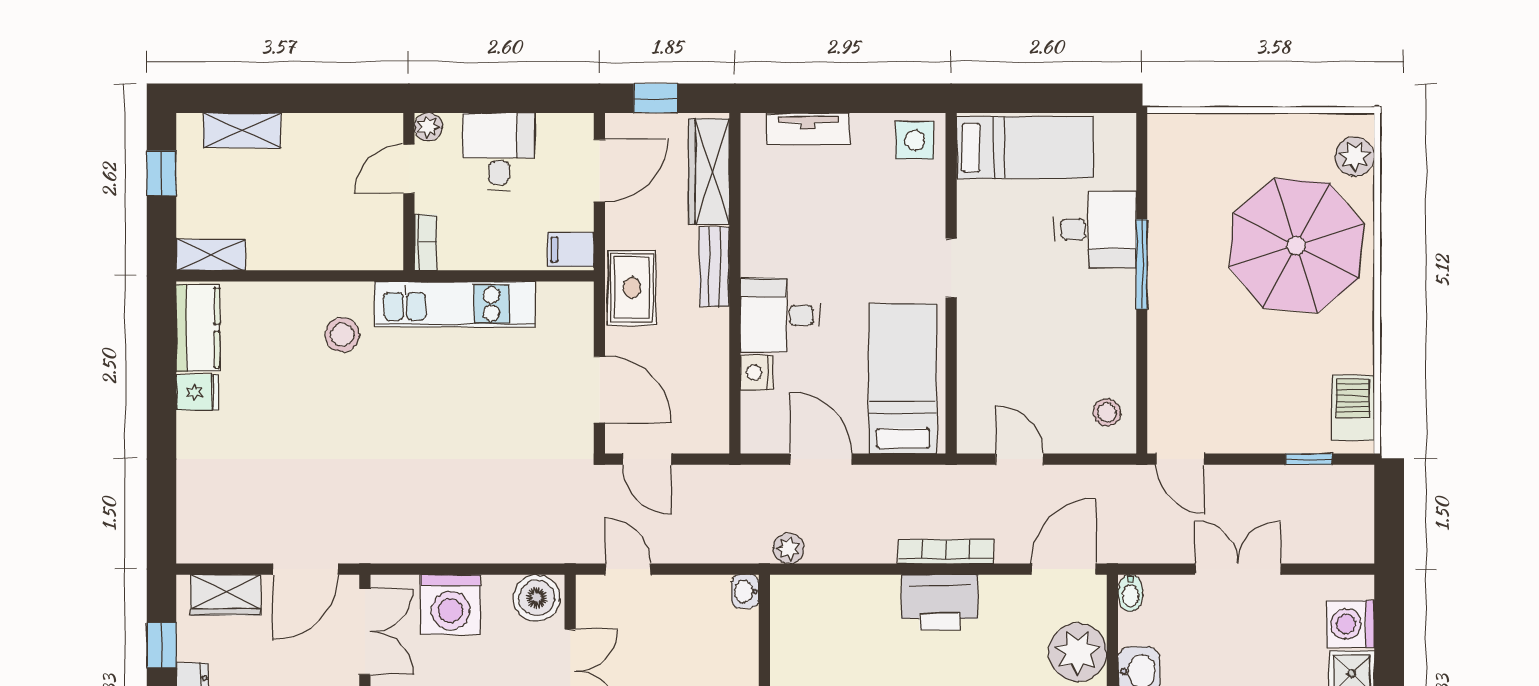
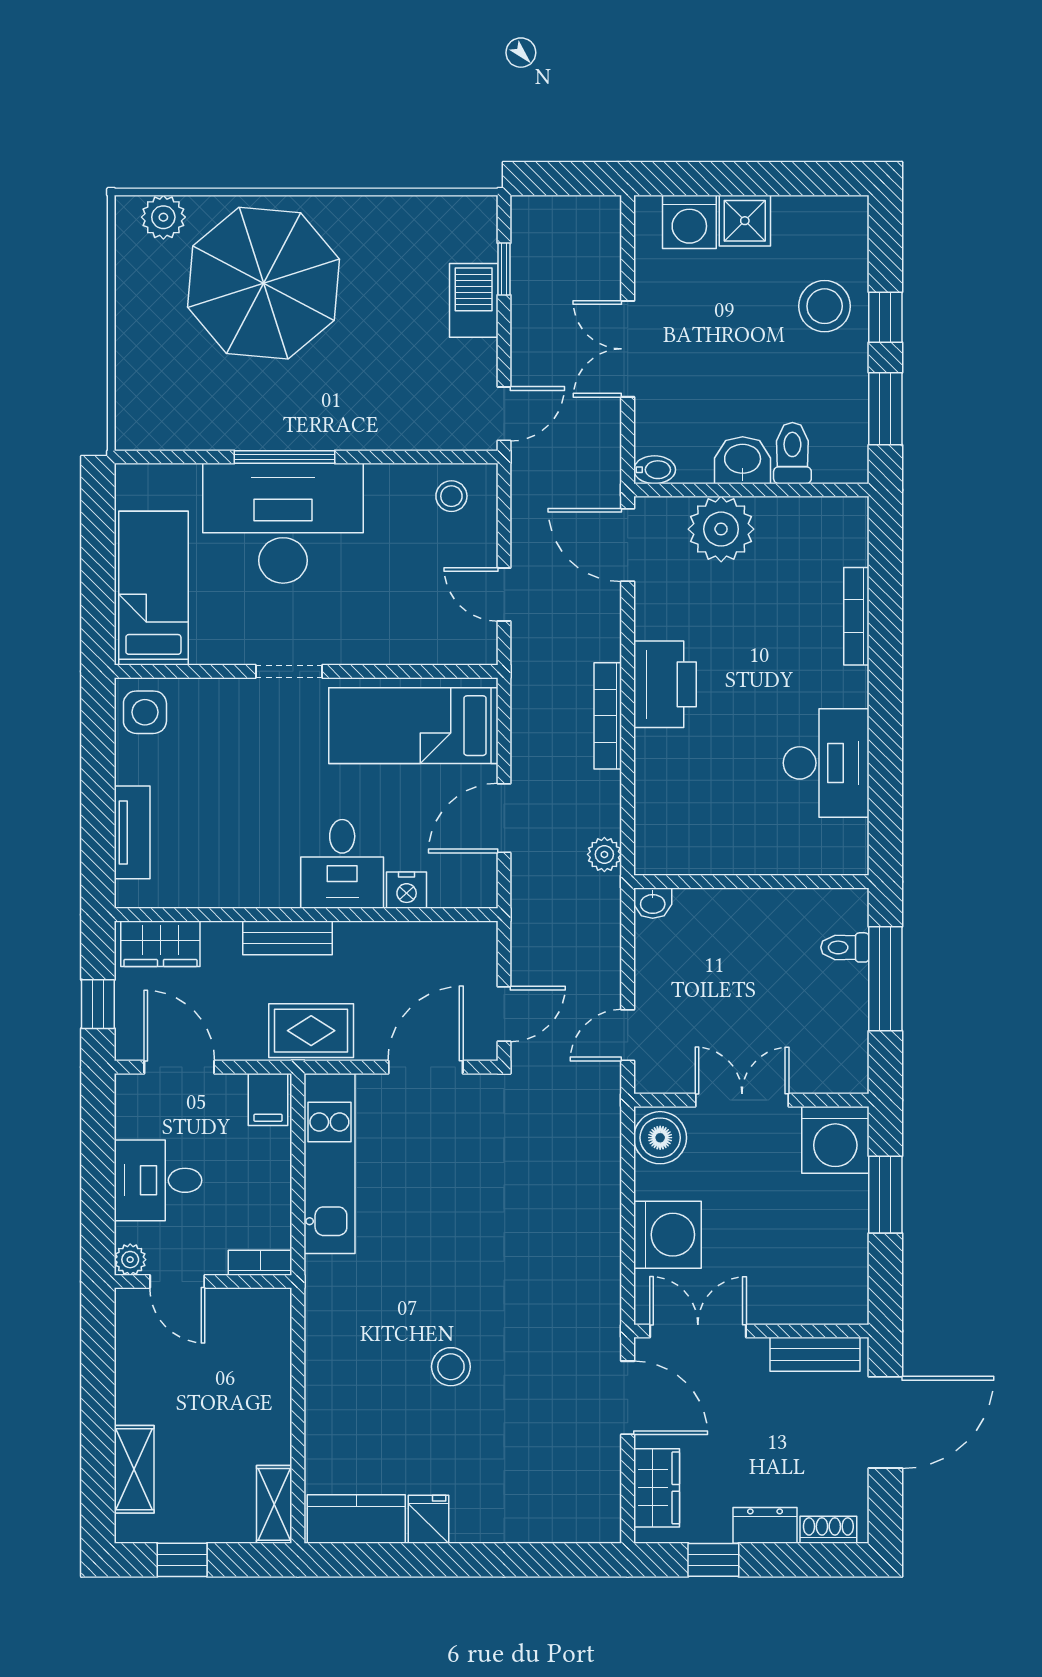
wardrobe: (709, 171) -> (160, 944), width x0.67
desk: (1095, 230) -> (283, 523), width x1.87, depth x1.30
kitchen unit: (455, 304) -> (329, 1164), moved
stool: (342, 335) -> (451, 1367), moved
barbecue: (1353, 408) -> (474, 300), moved, turned 90
door: (1019, 459) -> (504, 595), hinge flipped
bookcase: (946, 552) -> (608, 716), moved

